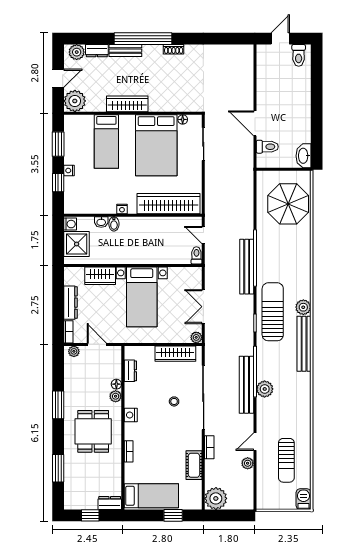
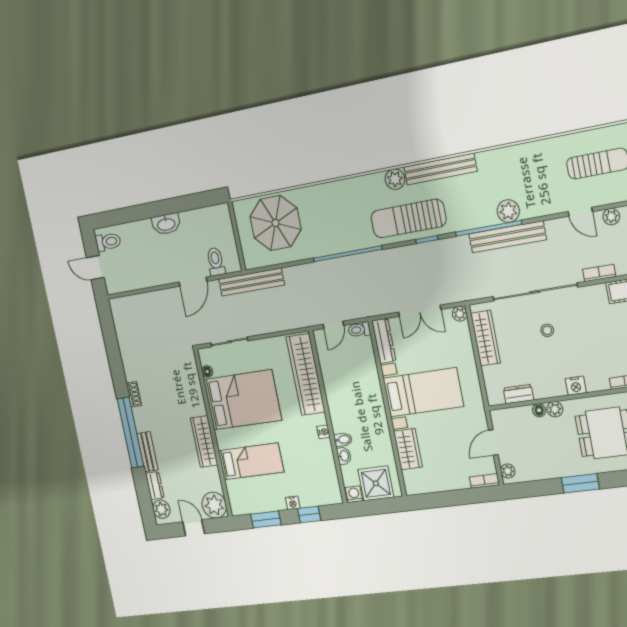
washbasin: (304, 156) -> (166, 224), moved
bench: (247, 267) -> (251, 282), moved
dresser: (71, 303) -> (384, 341), moved, turned 90

